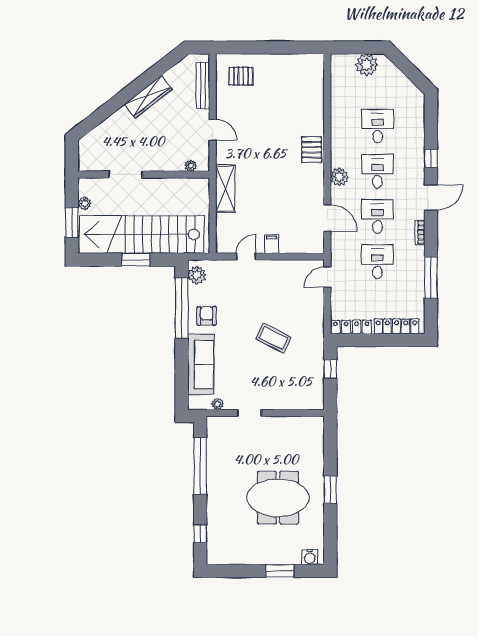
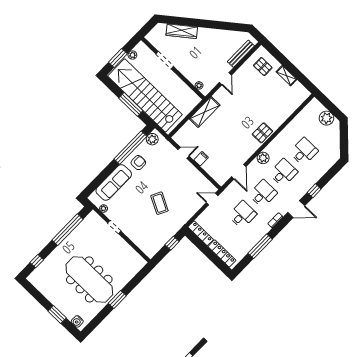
shelving: (277, 61) -> (286, 76), added
wardrobe: (148, 97) -> (182, 31), moved
window: (136, 260) -> (131, 104), width x1.44
meeting table: (278, 498) -> (89, 279), width x1.36

